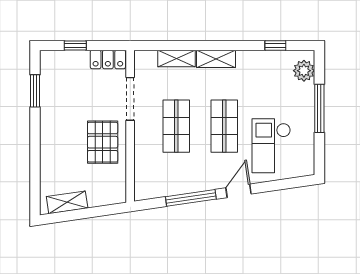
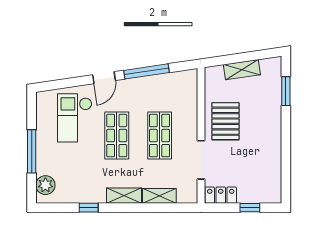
window: (275, 45) -> (89, 208), moved
window: (35, 91) -> (286, 91), moved
checkout: (271, 146) -> (75, 118), turned 180
shelving: (67, 202) -> (242, 70), moved

